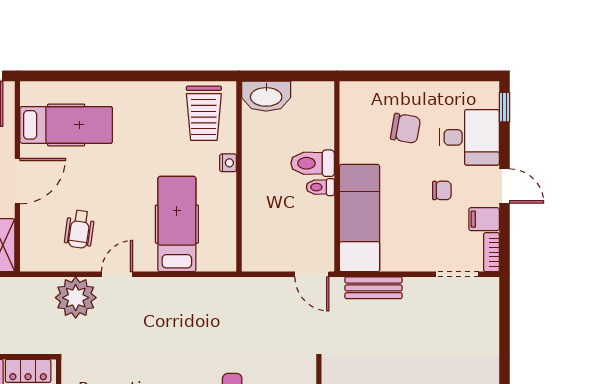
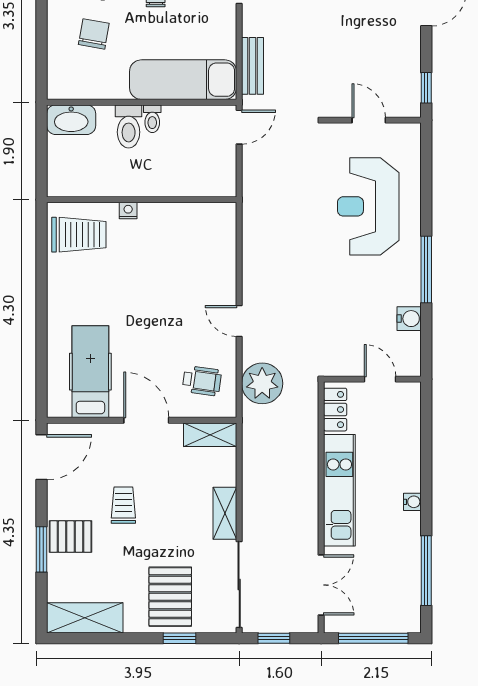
washbasin: (266, 96) -> (71, 120), moved, turned 90
hospital bed: (177, 224) -> (189, 261), removed
wheelchair: (80, 229) -> (202, 381), moved
plant: (76, 298) -> (262, 383), moved

